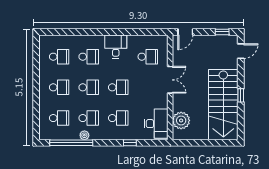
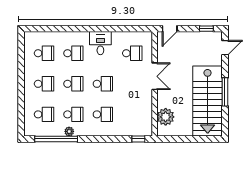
window: (241, 95) -> (225, 92), width x2.17
desk: (156, 124) -> (141, 120), removed
window: (130, 143) -> (138, 139), moved

